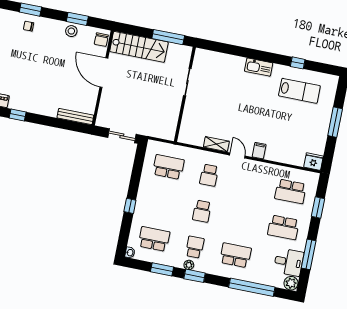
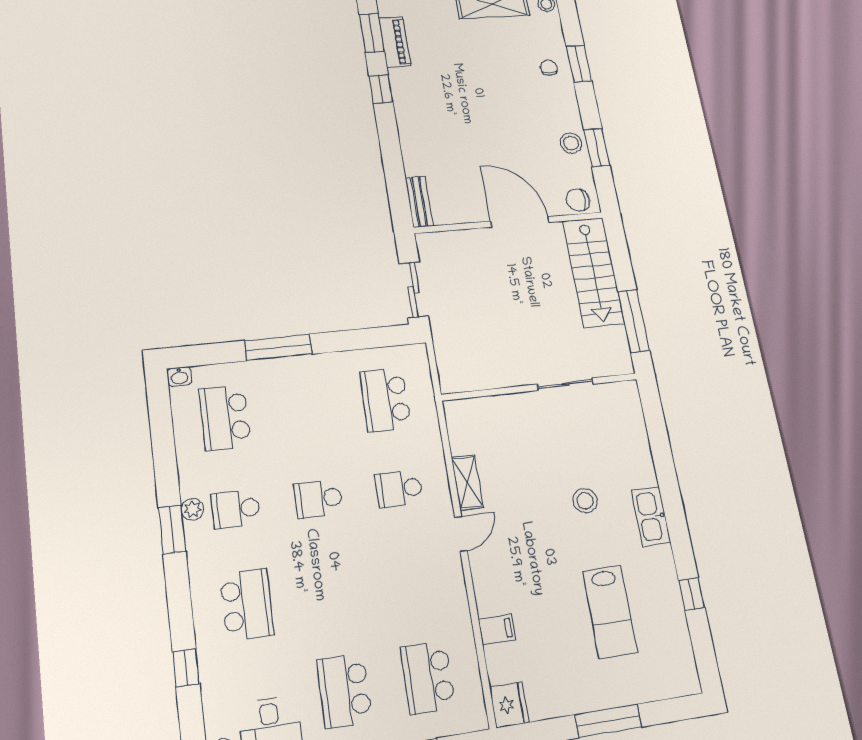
door: (104, 73) -> (520, 222), hinge flipped
lab bench: (299, 91) -> (610, 612), moved
stool: (242, 94) -> (585, 501), added
bench: (75, 117) -> (419, 202), width x0.73
filing cabinet: (259, 151) -> (497, 630), moved
school desk: (168, 167) -> (385, 400), turned 180
window: (130, 206) -> (278, 347), width x2.17
school desk: (154, 239) -> (225, 417), turned 180
school desk: (195, 247) -> (236, 509), turned 180
window: (162, 269) -> (164, 455), removed
window: (252, 287) -> (186, 668), width x0.32

